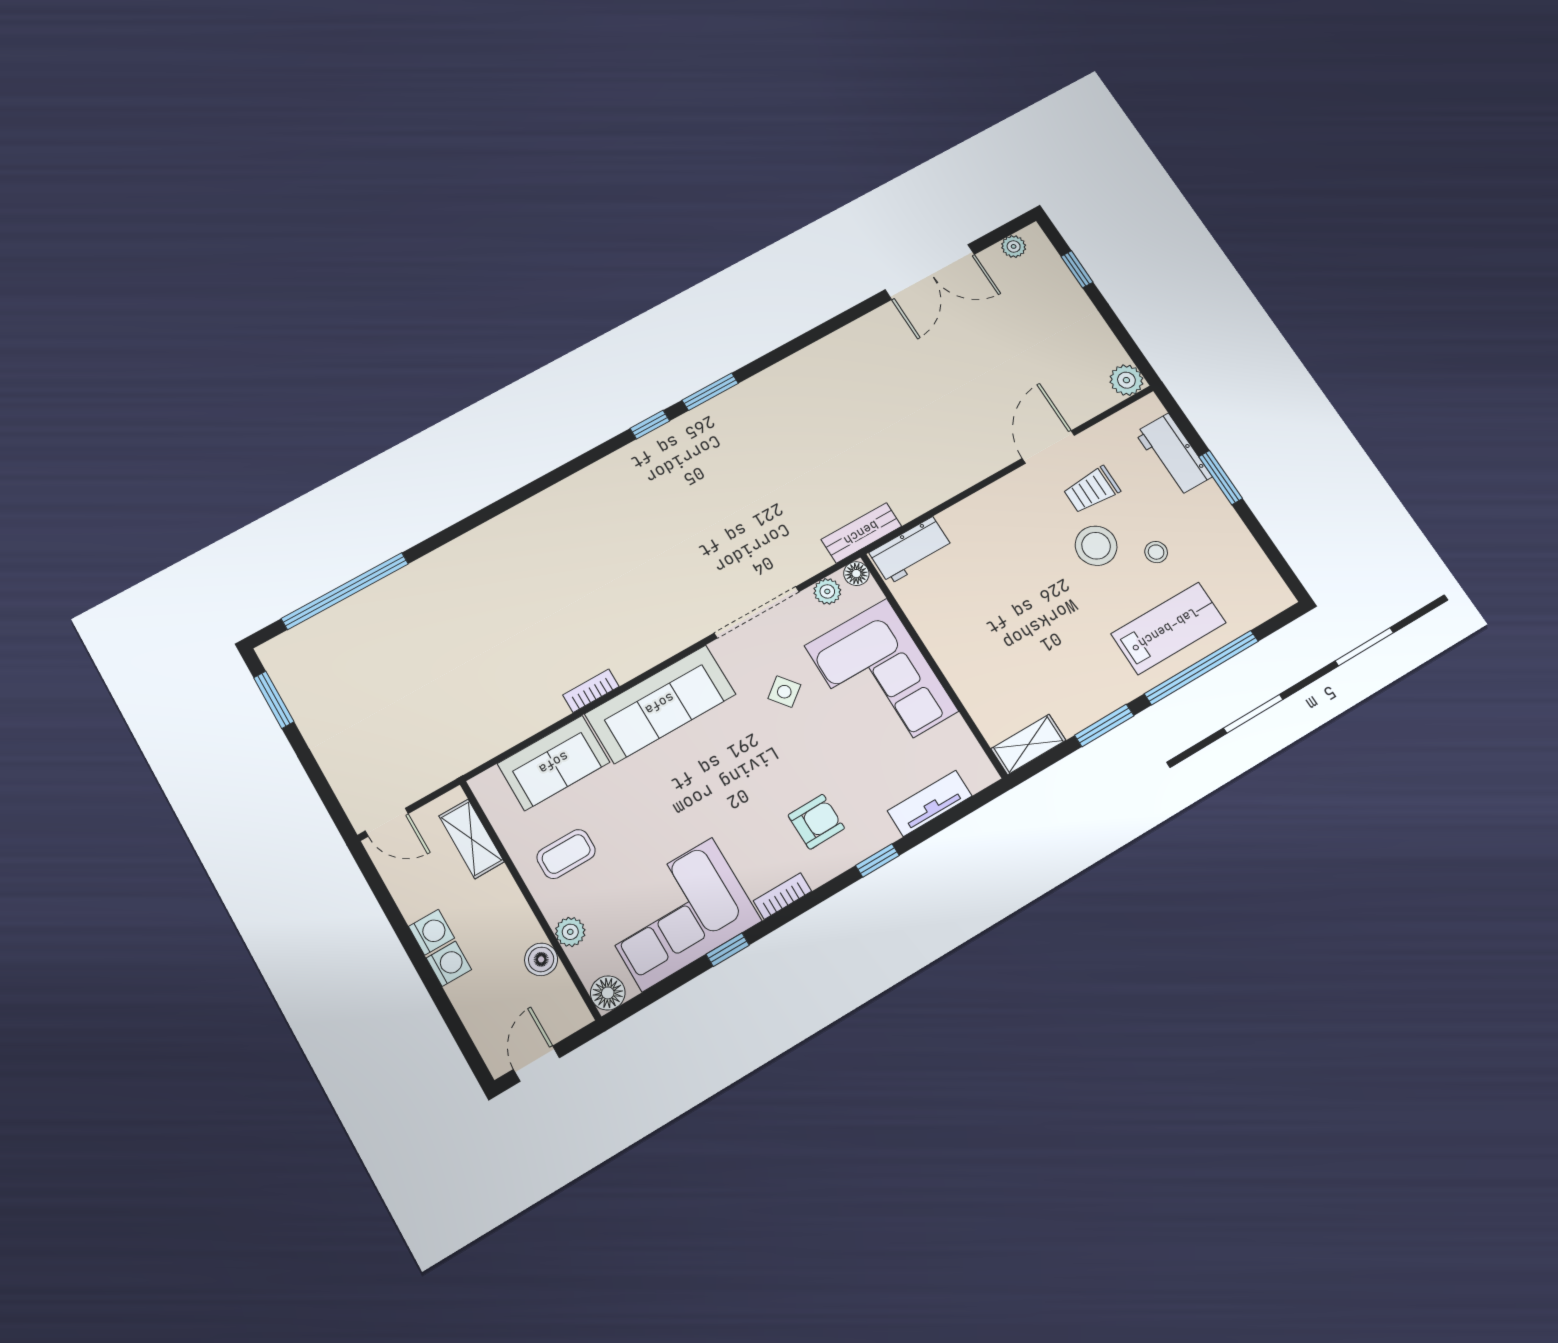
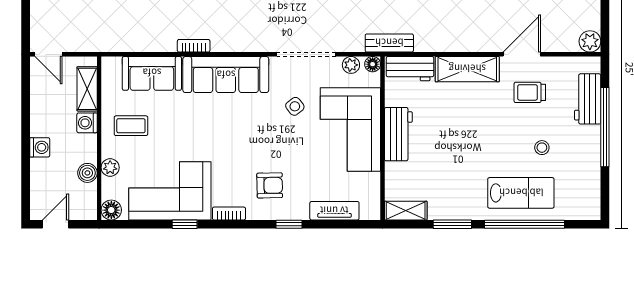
window: (1221, 478) -> (605, 127), width x2.11
shelving: (989, 507) -> (467, 69), added
stool: (1096, 546) -> (512, 125), removed
workbench: (951, 646) -> (398, 134), added
washing machine: (432, 932) -> (87, 123), moved, turned 180

